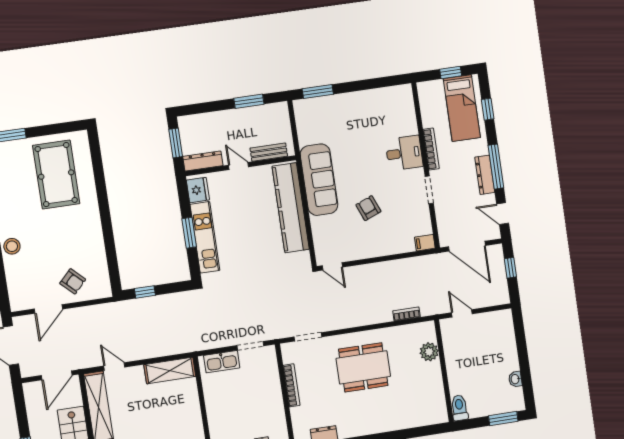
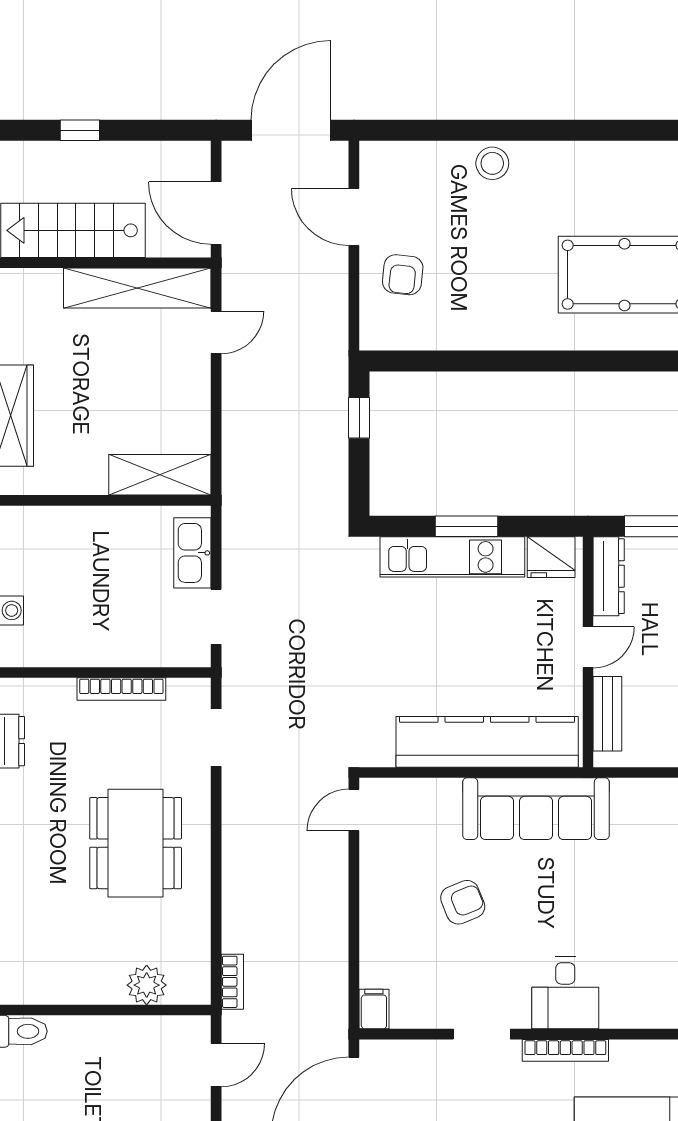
armchair: (73, 281) -> (403, 275), turned -38
bookcase: (407, 314) -> (232, 982), moved
shelving: (170, 370) -> (160, 475), moved, turned 90

